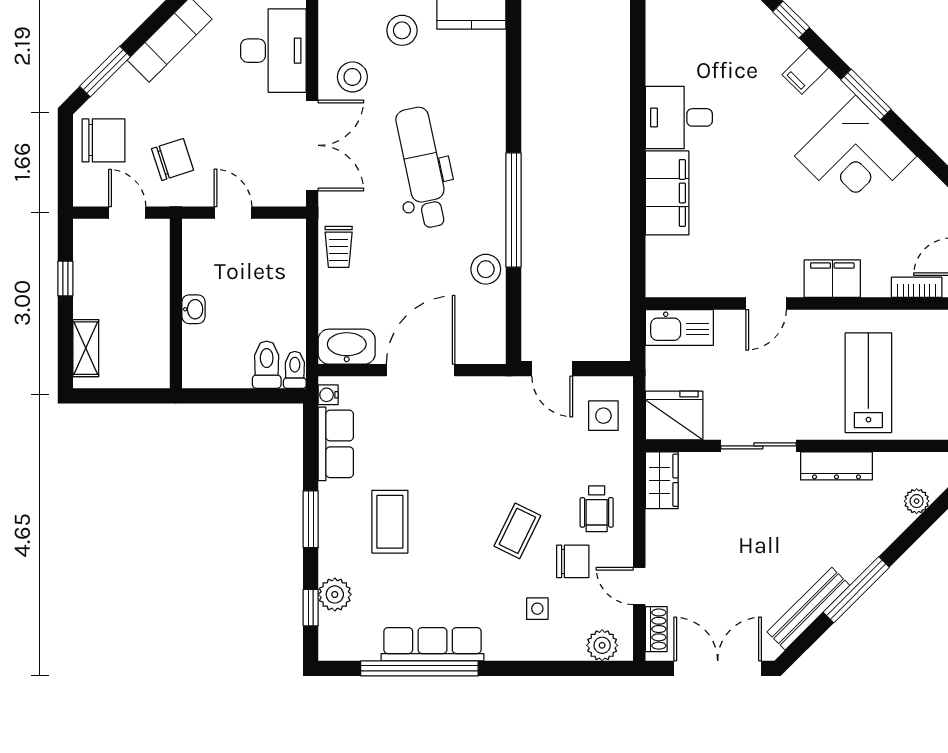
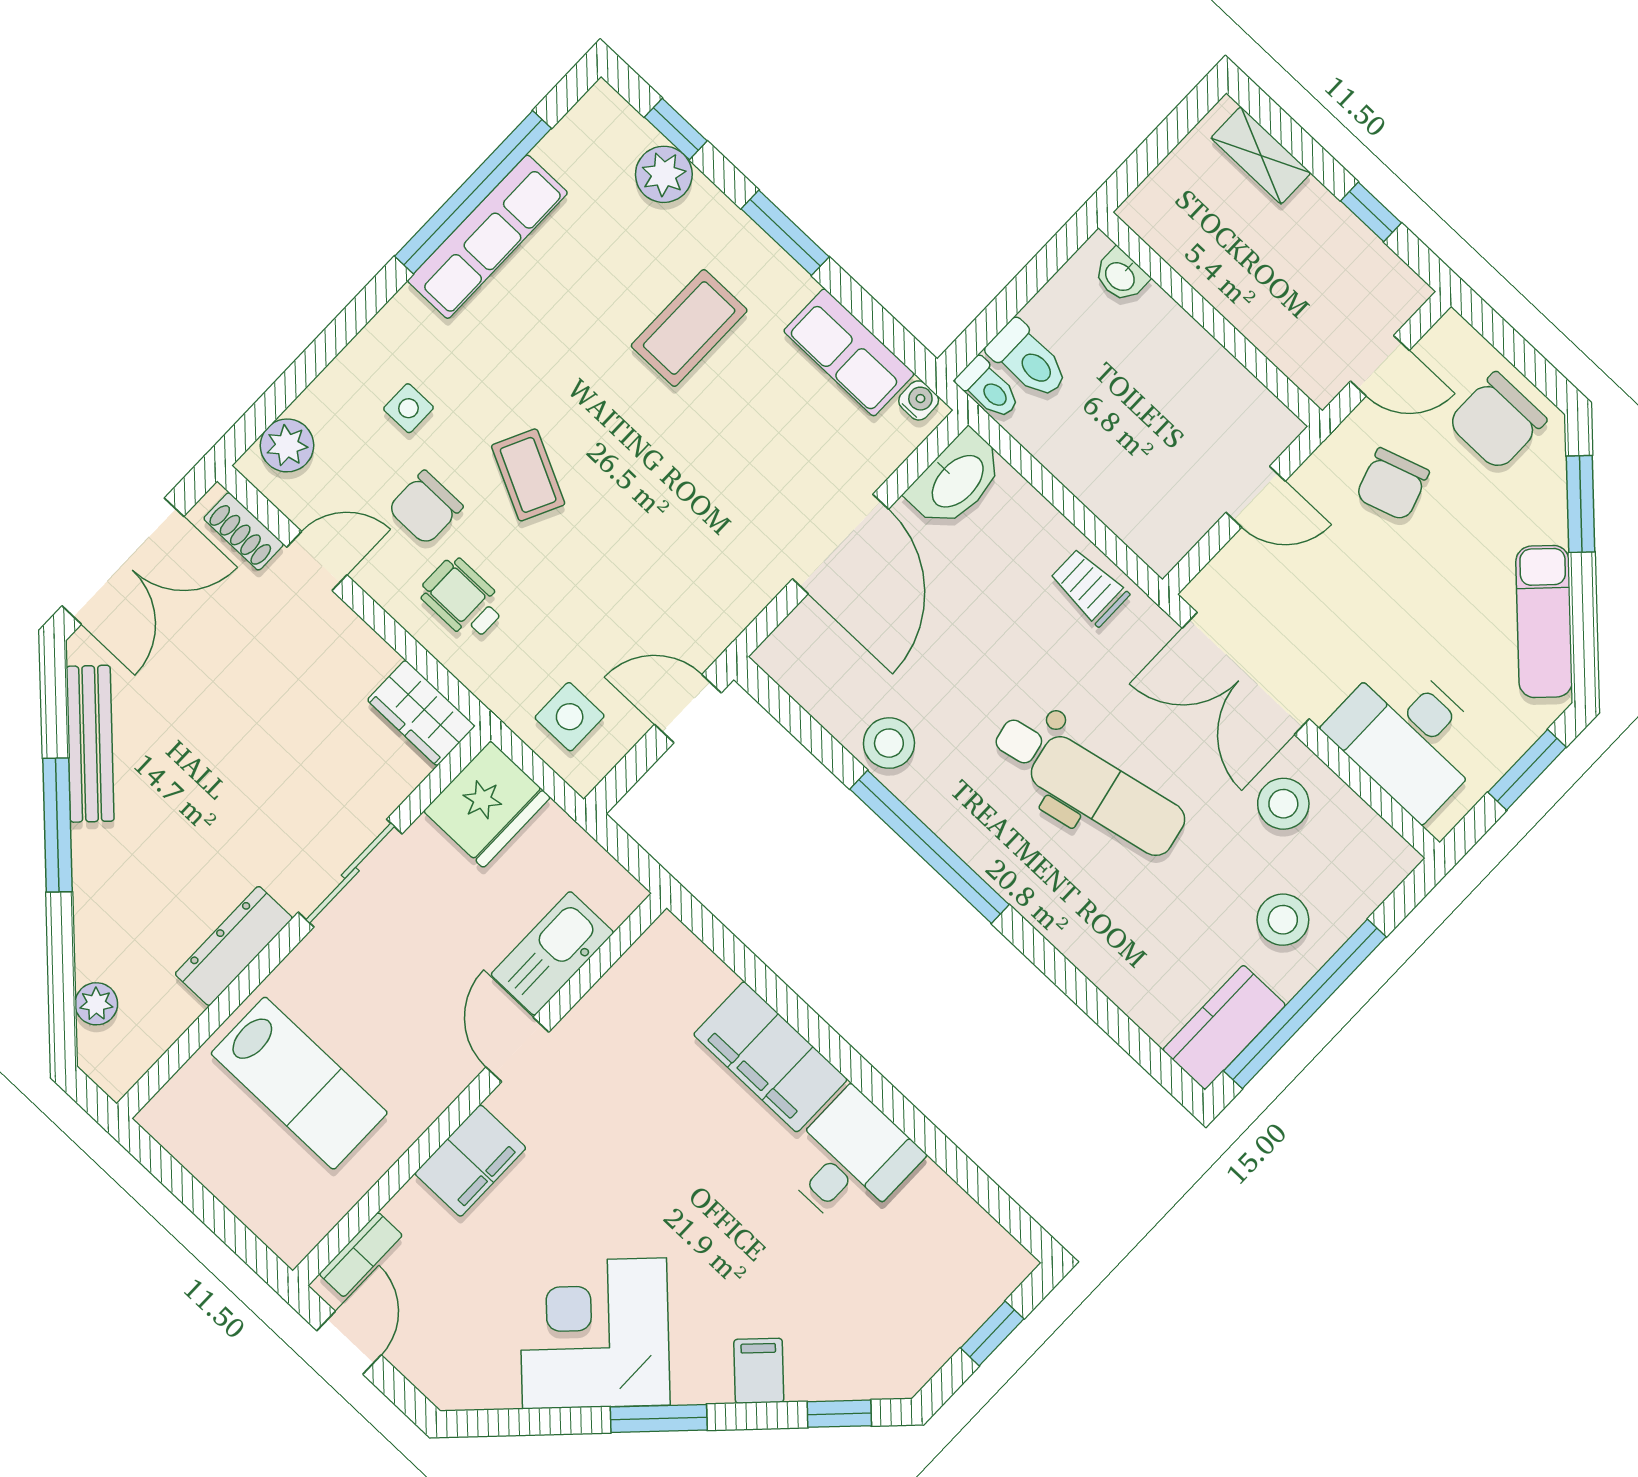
washbasin: (193, 309) -> (1121, 276), moved
kitchen sink: (679, 327) -> (552, 953), moved
coffee table: (390, 522) -> (689, 328), turned 90

